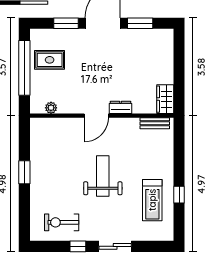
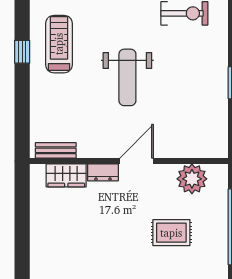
rug: (50, 60) -> (171, 233), moved
wardrobe: (165, 99) -> (66, 175), moved, turned 90
plant: (51, 108) -> (192, 179), width x1.88, depth x1.88

